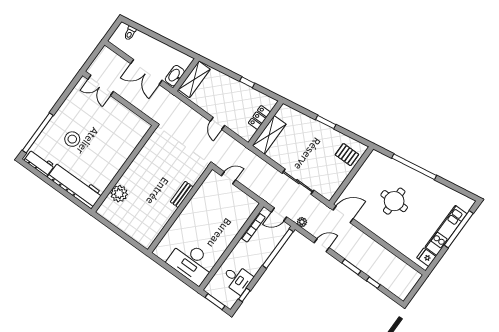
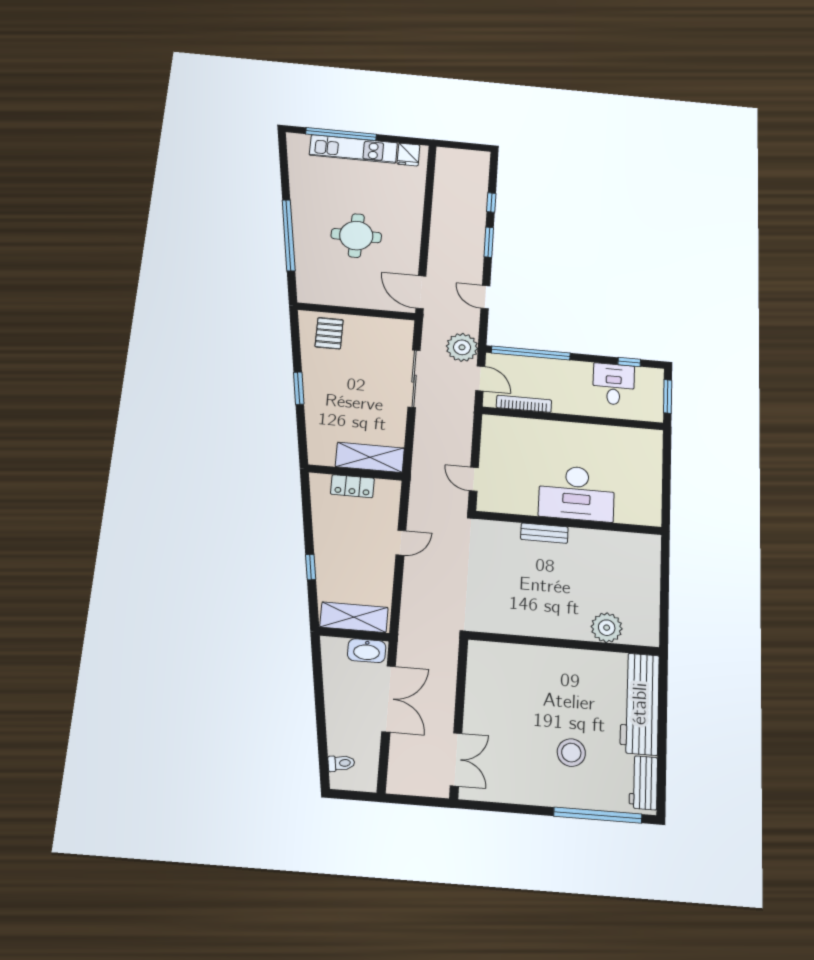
window: (247, 82) -> (311, 567), moved
plant: (302, 222) -> (462, 347), width x1.87, depth x1.87
desk: (191, 262) -> (577, 493), moved, turned 90

